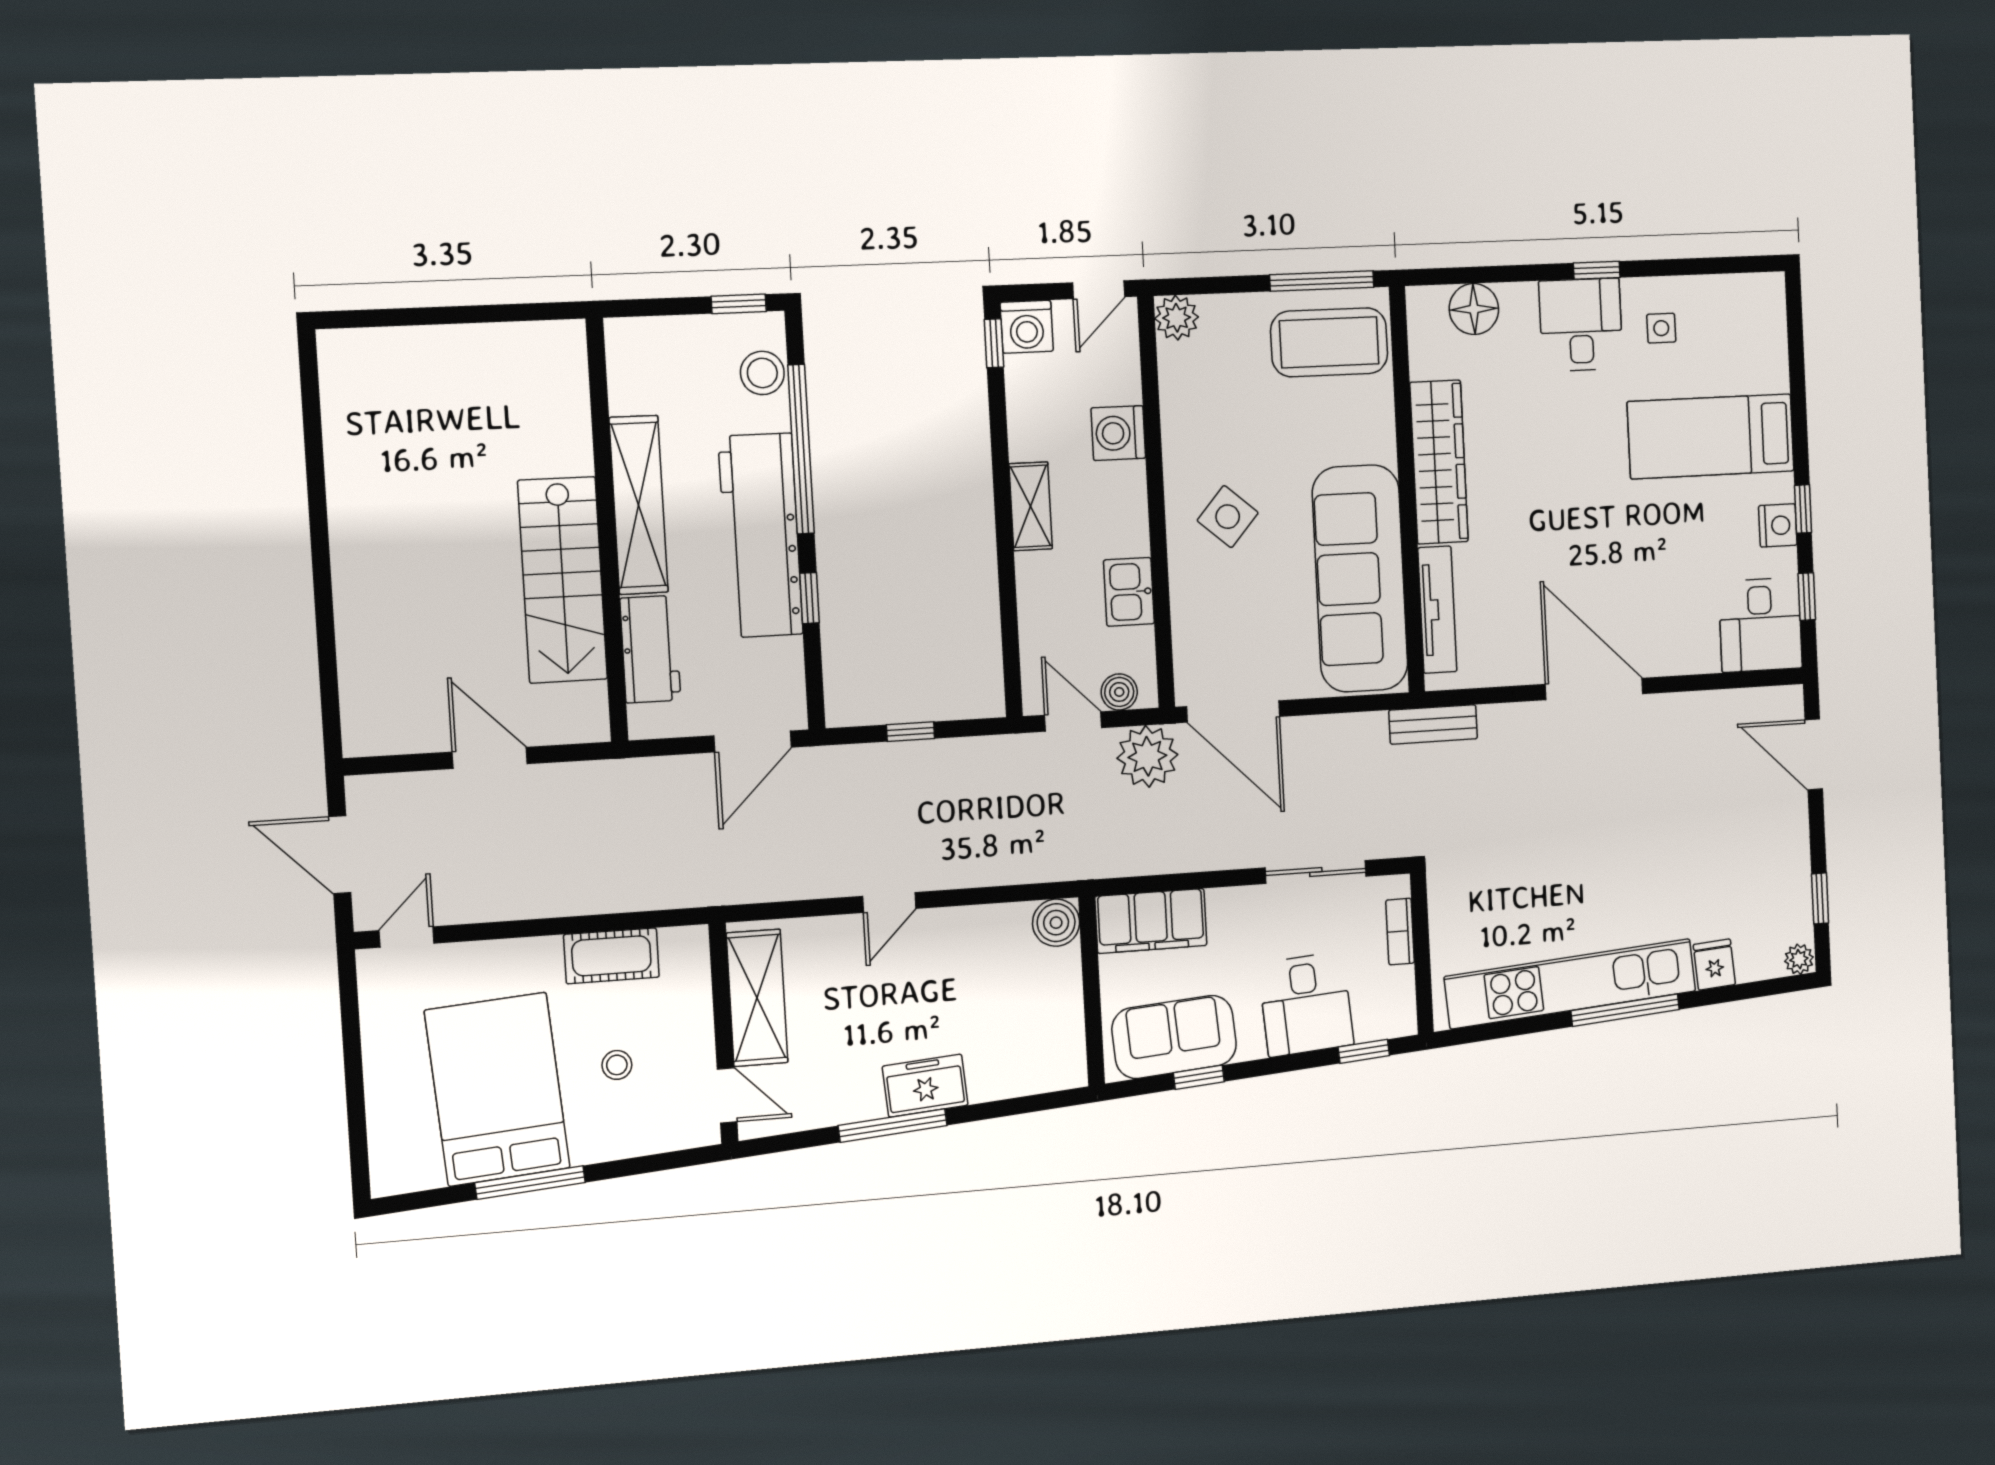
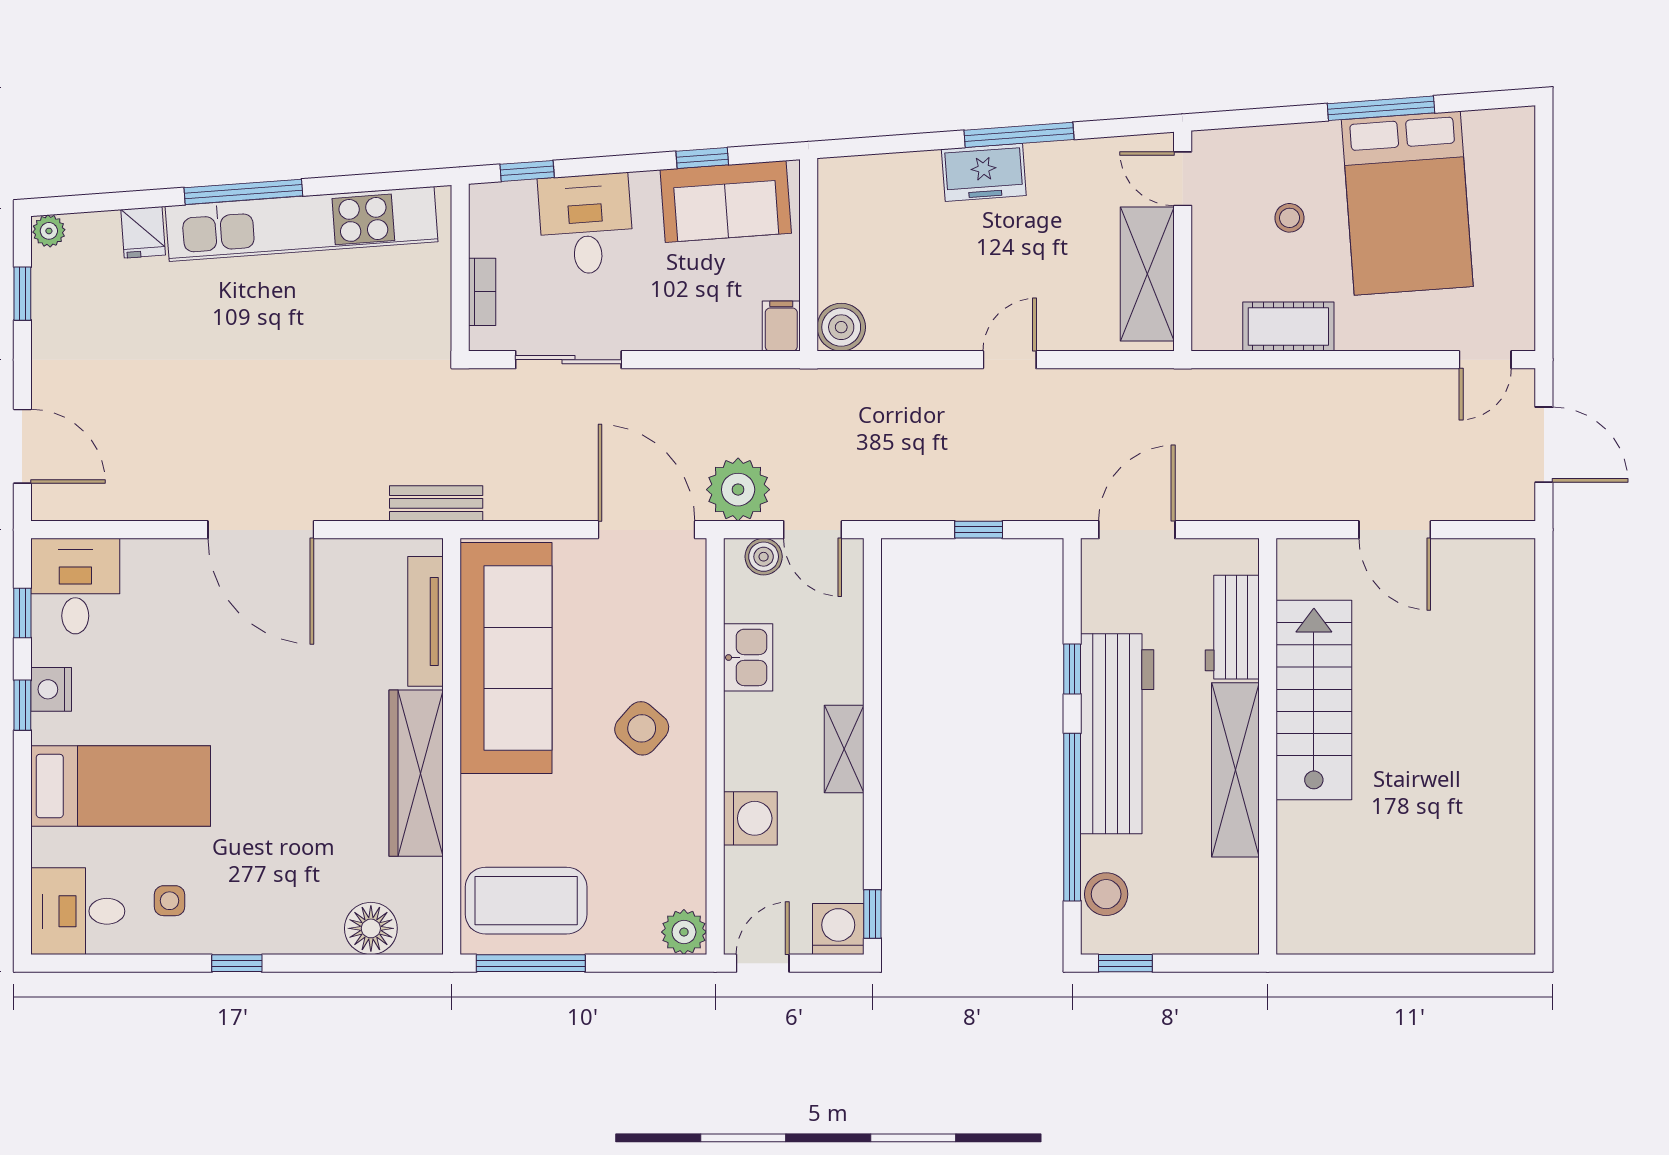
desk: (1581, 325) -> (78, 911), moved, turned 90
filing cabinet: (1151, 921) -> (781, 326), width x0.33, depth x0.86

